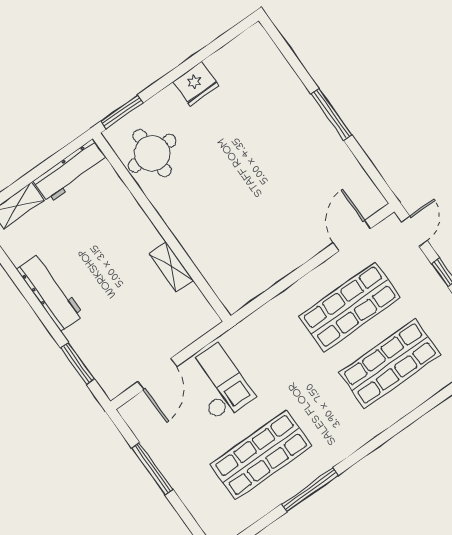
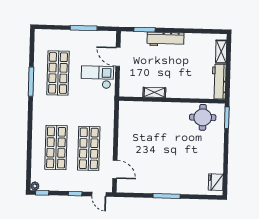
fridge: (196, 84) -> (216, 182), moved
workbench: (50, 292) -> (166, 39), moved
checkout: (218, 383) -> (97, 77), turned 180

